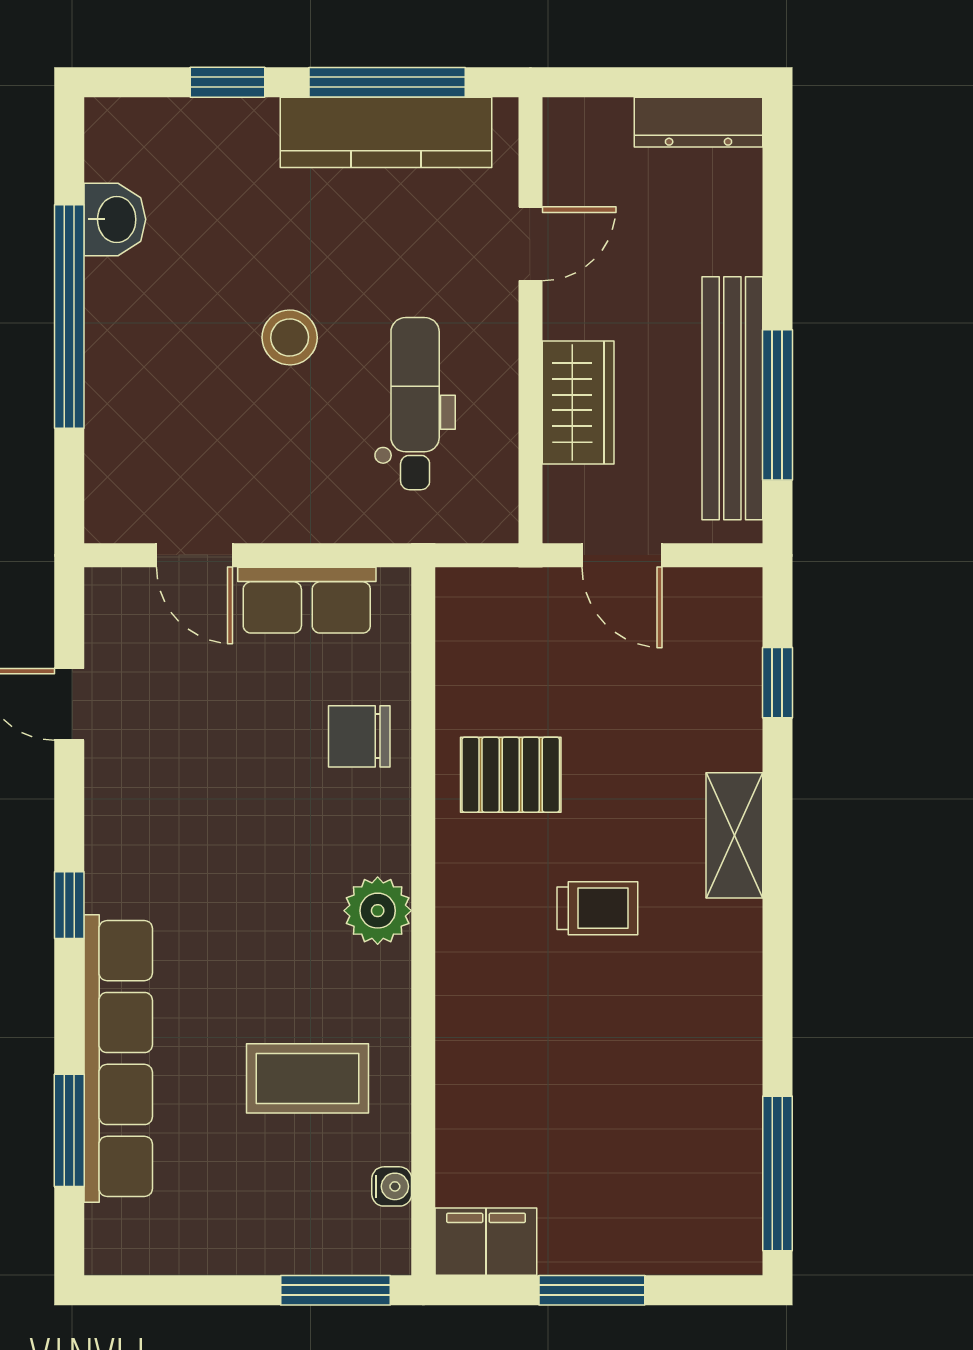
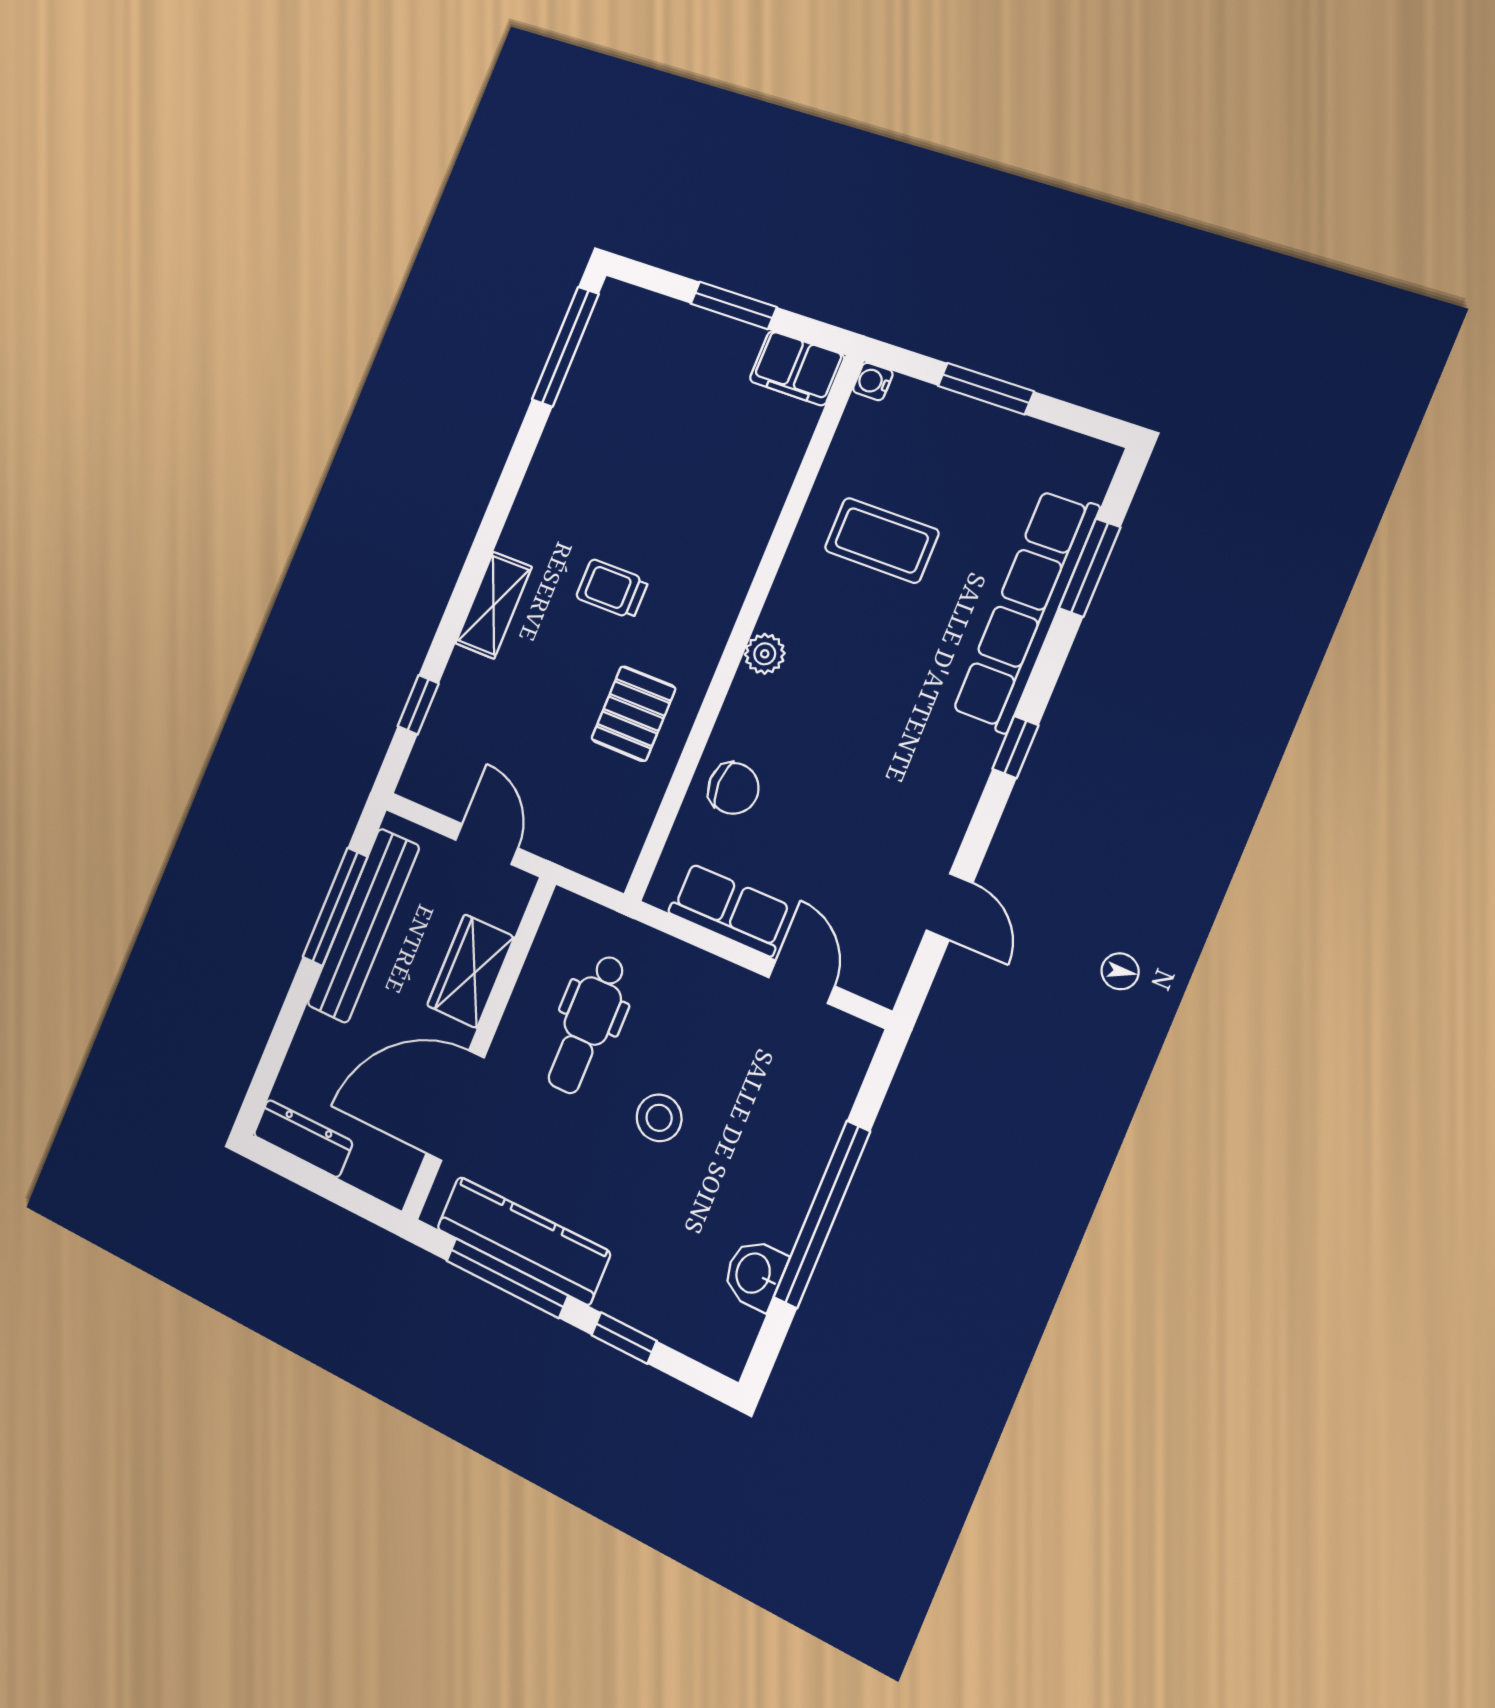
door: (530, 244) -> (455, 1105), width x1.87
pallet: (511, 775) -> (633, 714), turned 90
plant: (378, 911) -> (765, 654), width x0.73, depth x0.73
water cooler: (392, 1186) -> (873, 381), moved
window: (336, 1290) -> (986, 389), moved

